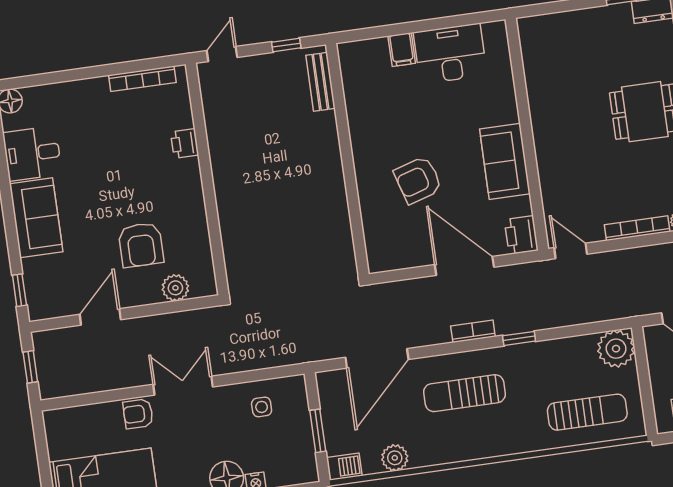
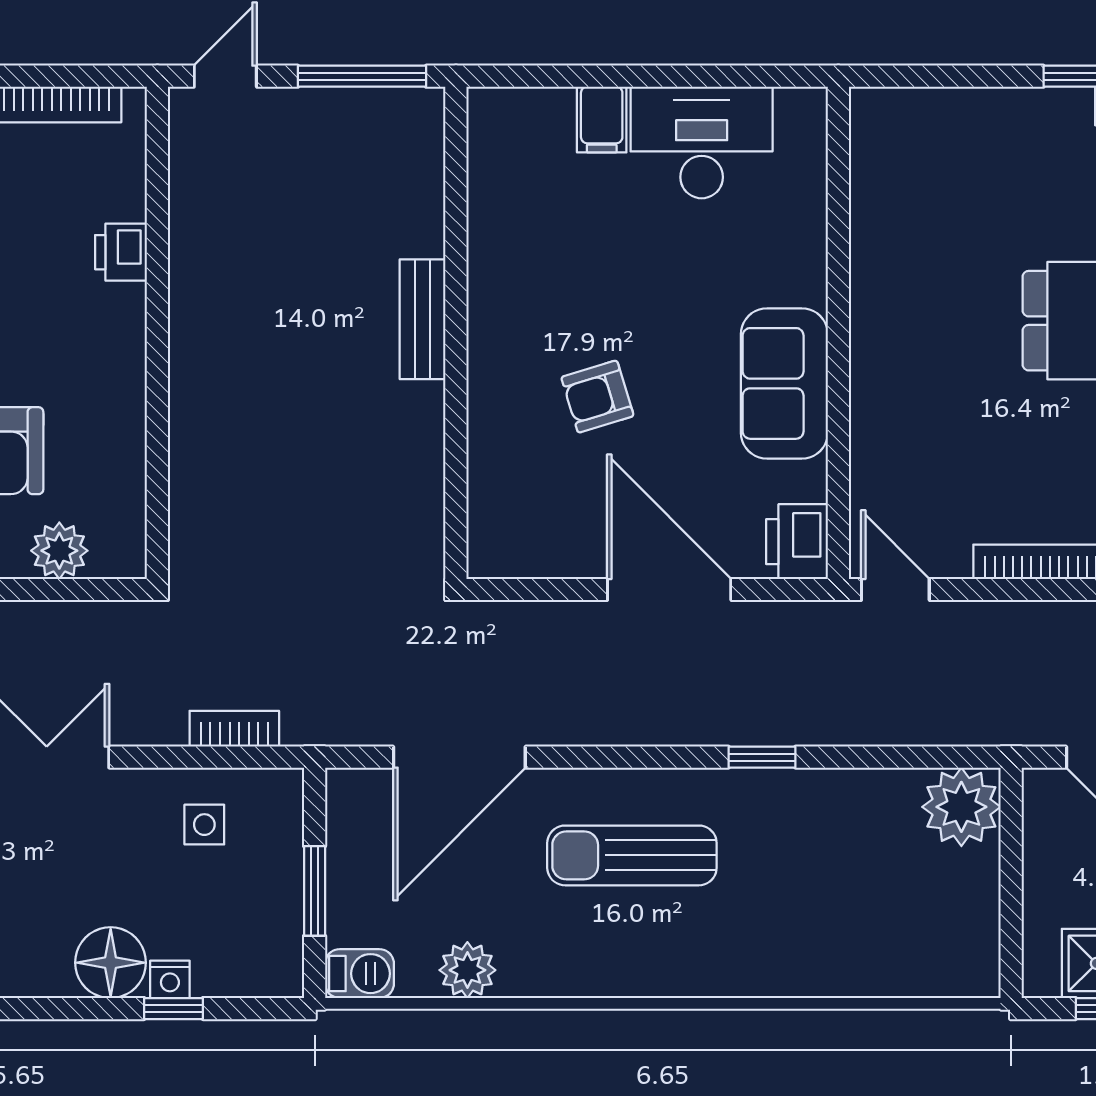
window: (286, 45) -> (362, 76), width x2.17
bench: (320, 82) -> (423, 319), moved
armchair: (418, 180) -> (597, 397), width x0.72, depth x0.72
bookcase: (473, 331) -> (234, 729), moved
sun lounger: (587, 412) -> (883, 931), removed

